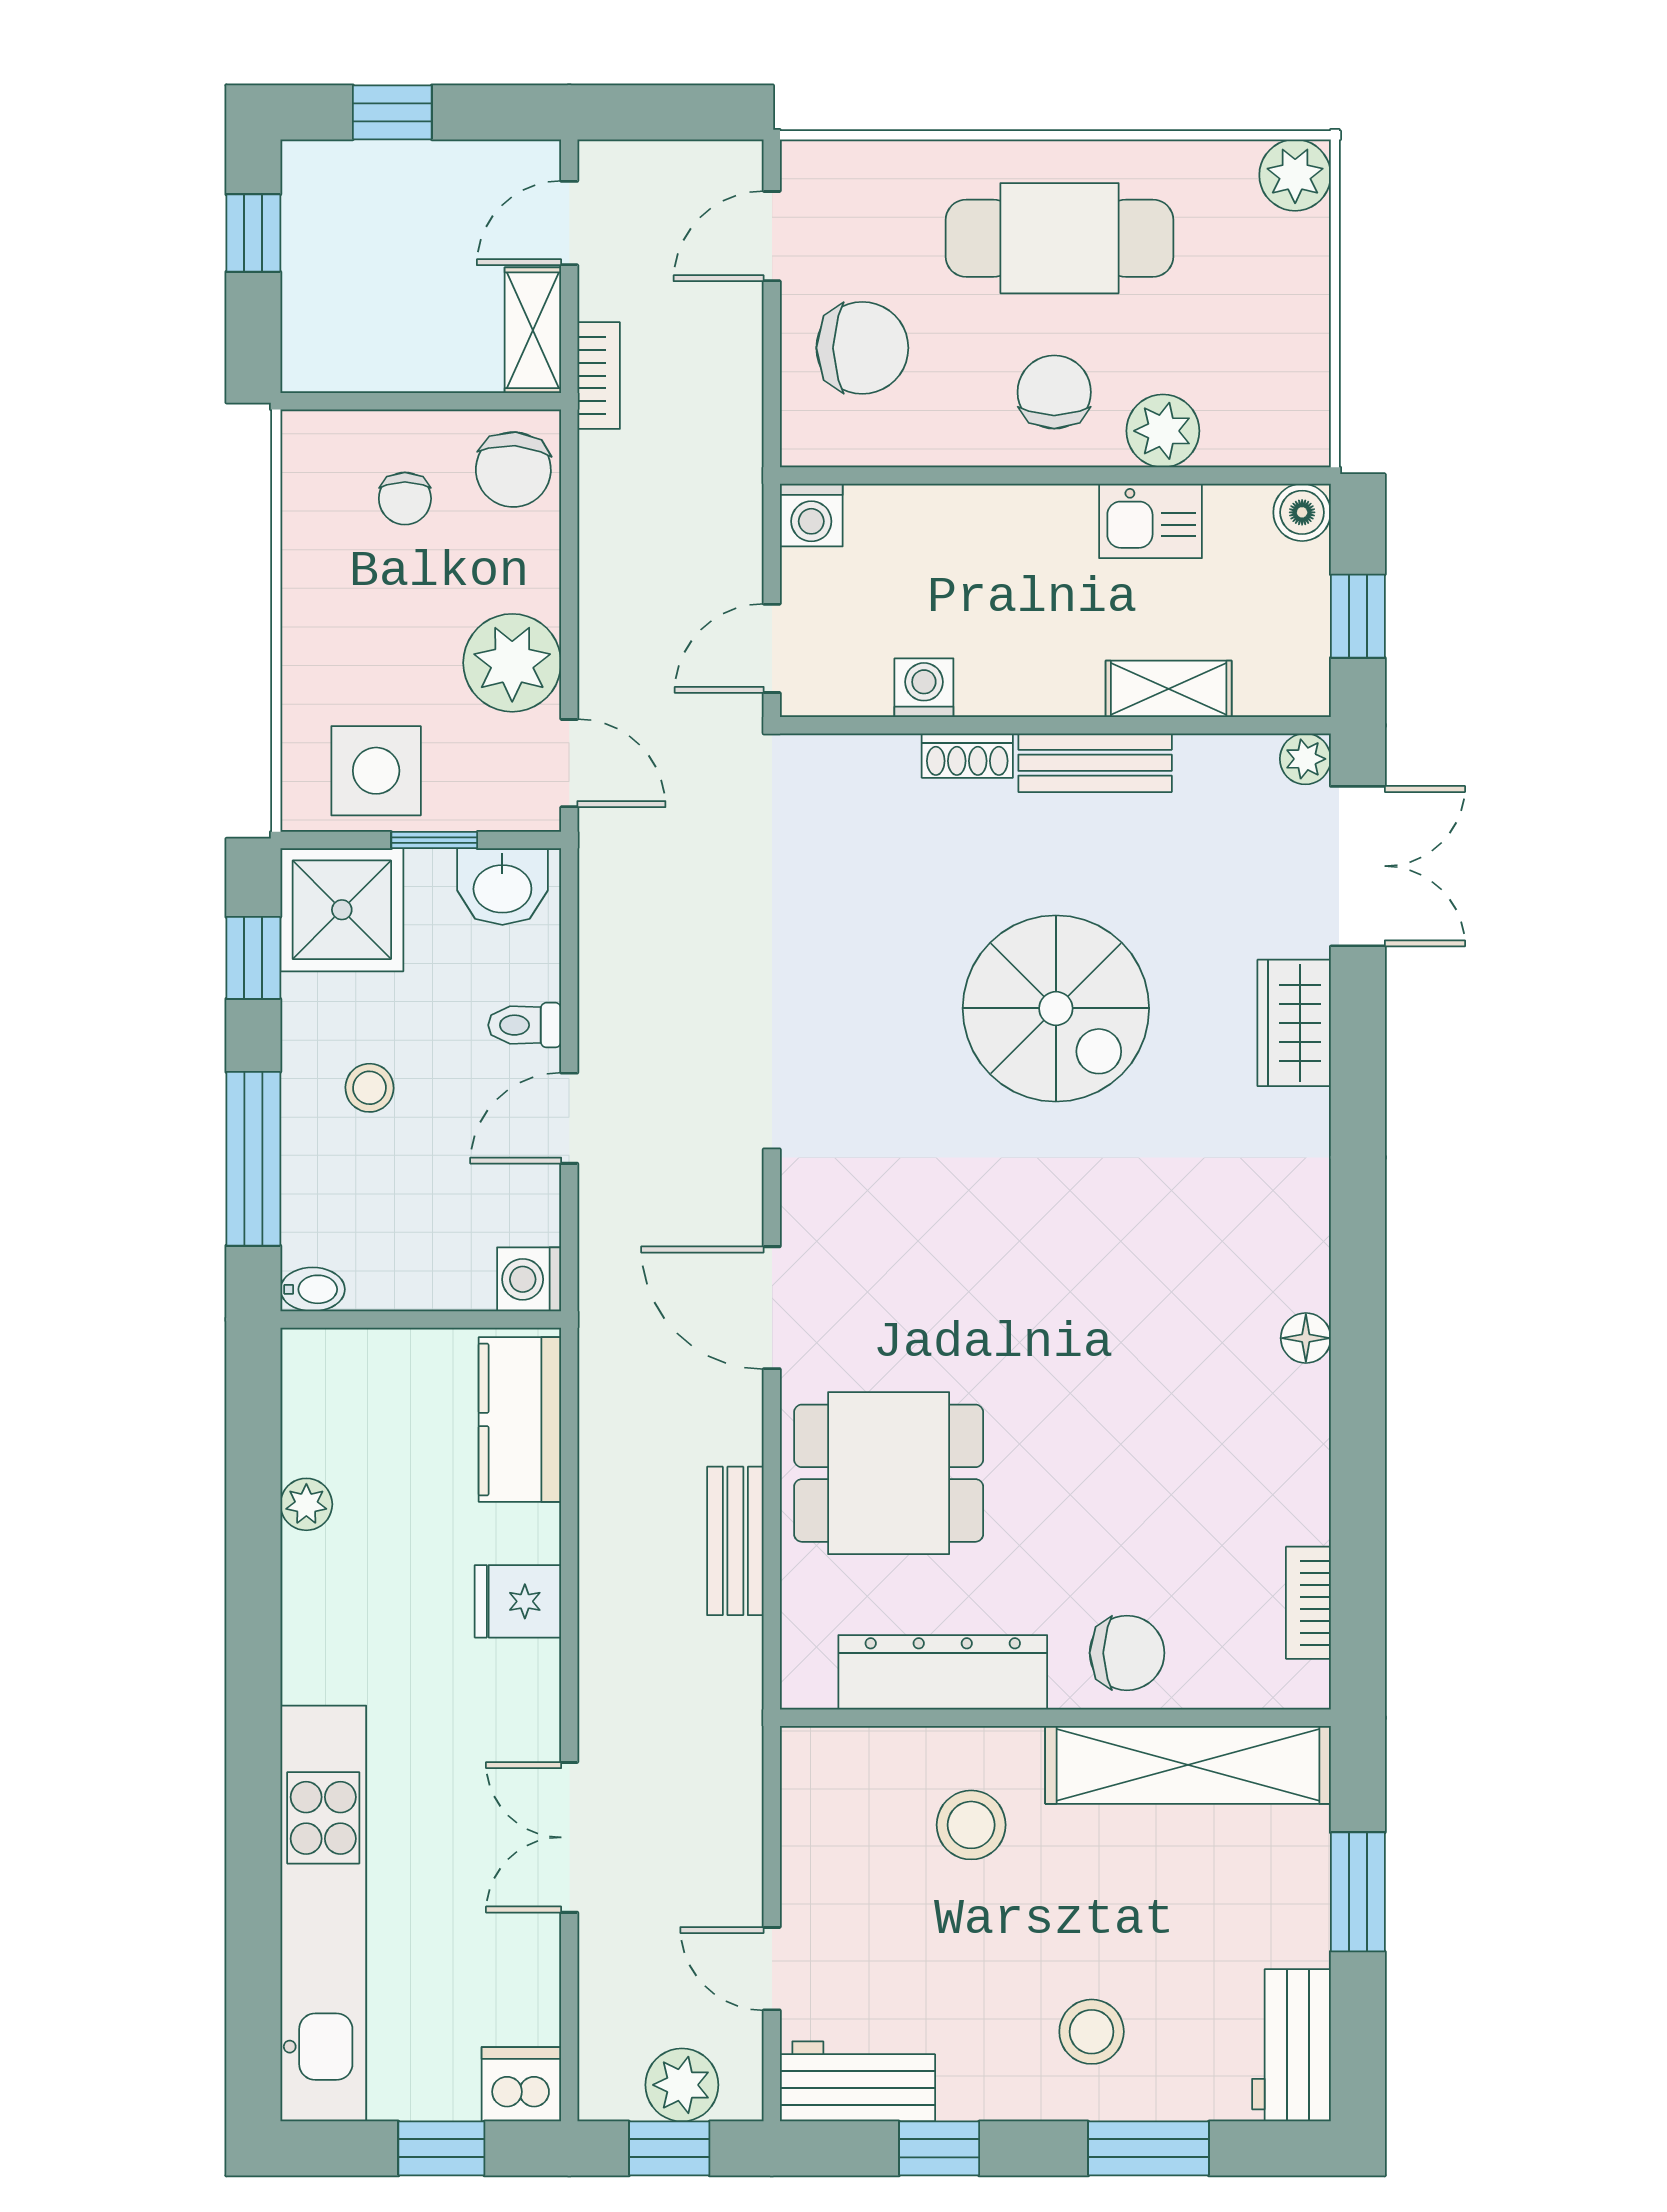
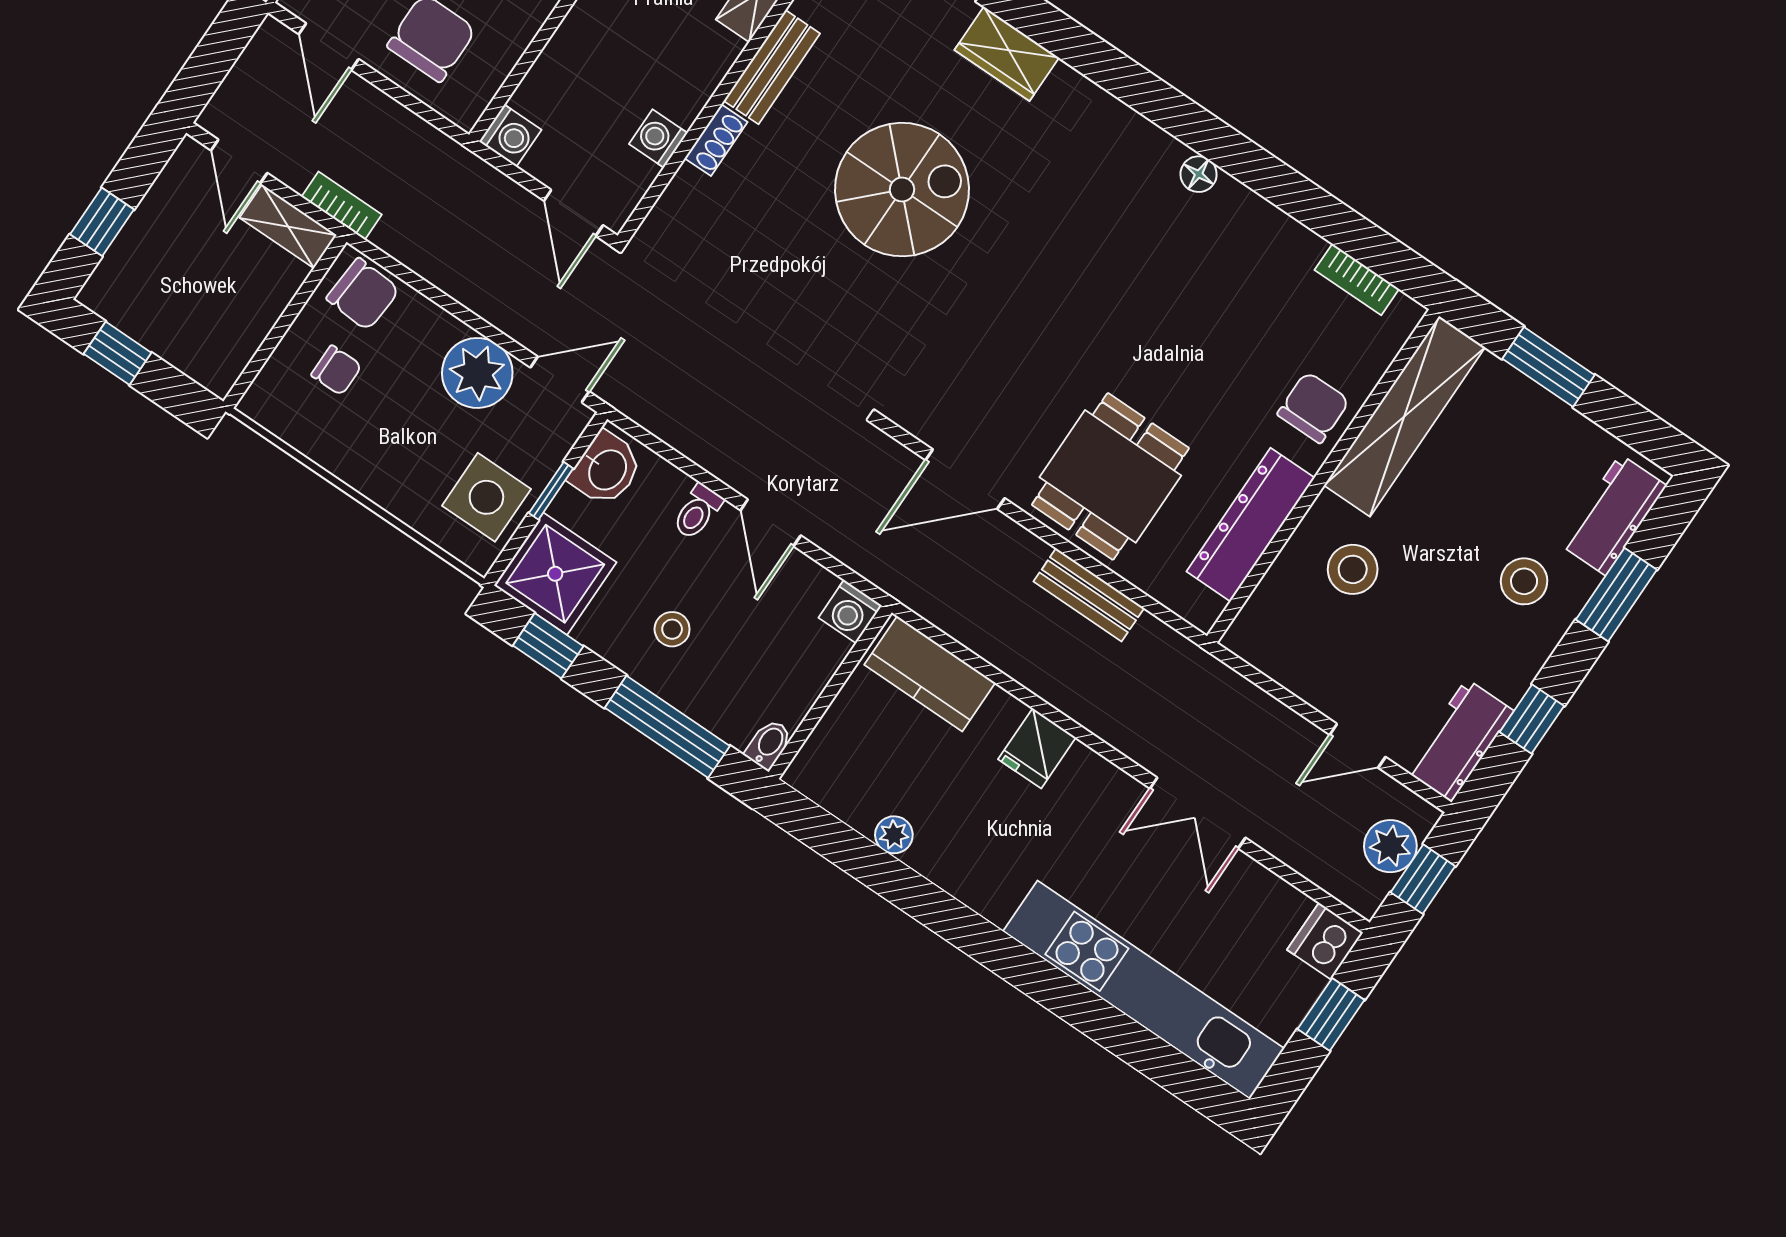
workbench: (1291, 2045) -> (1613, 515), moved, turned 90

